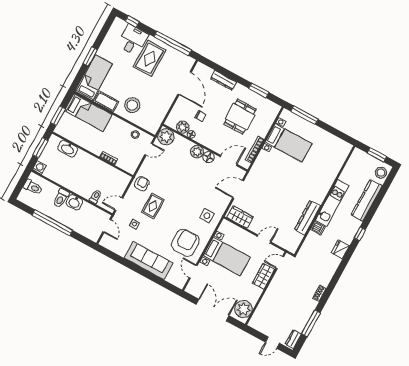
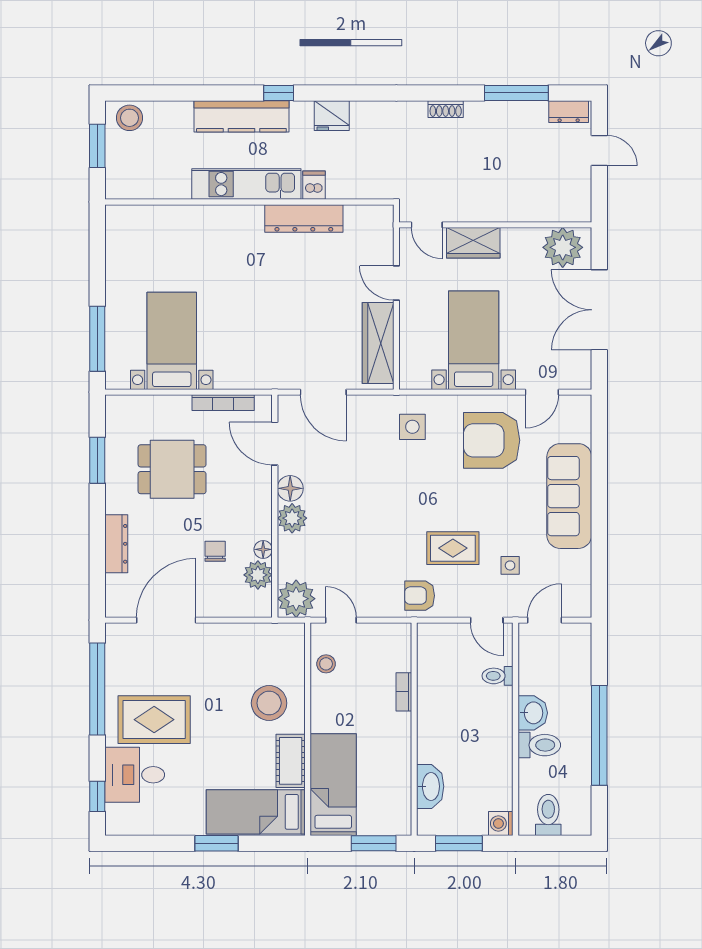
kitchen counter: (367, 200) -> (241, 116), moved
wardrobe: (240, 217) -> (378, 343), width x1.50

